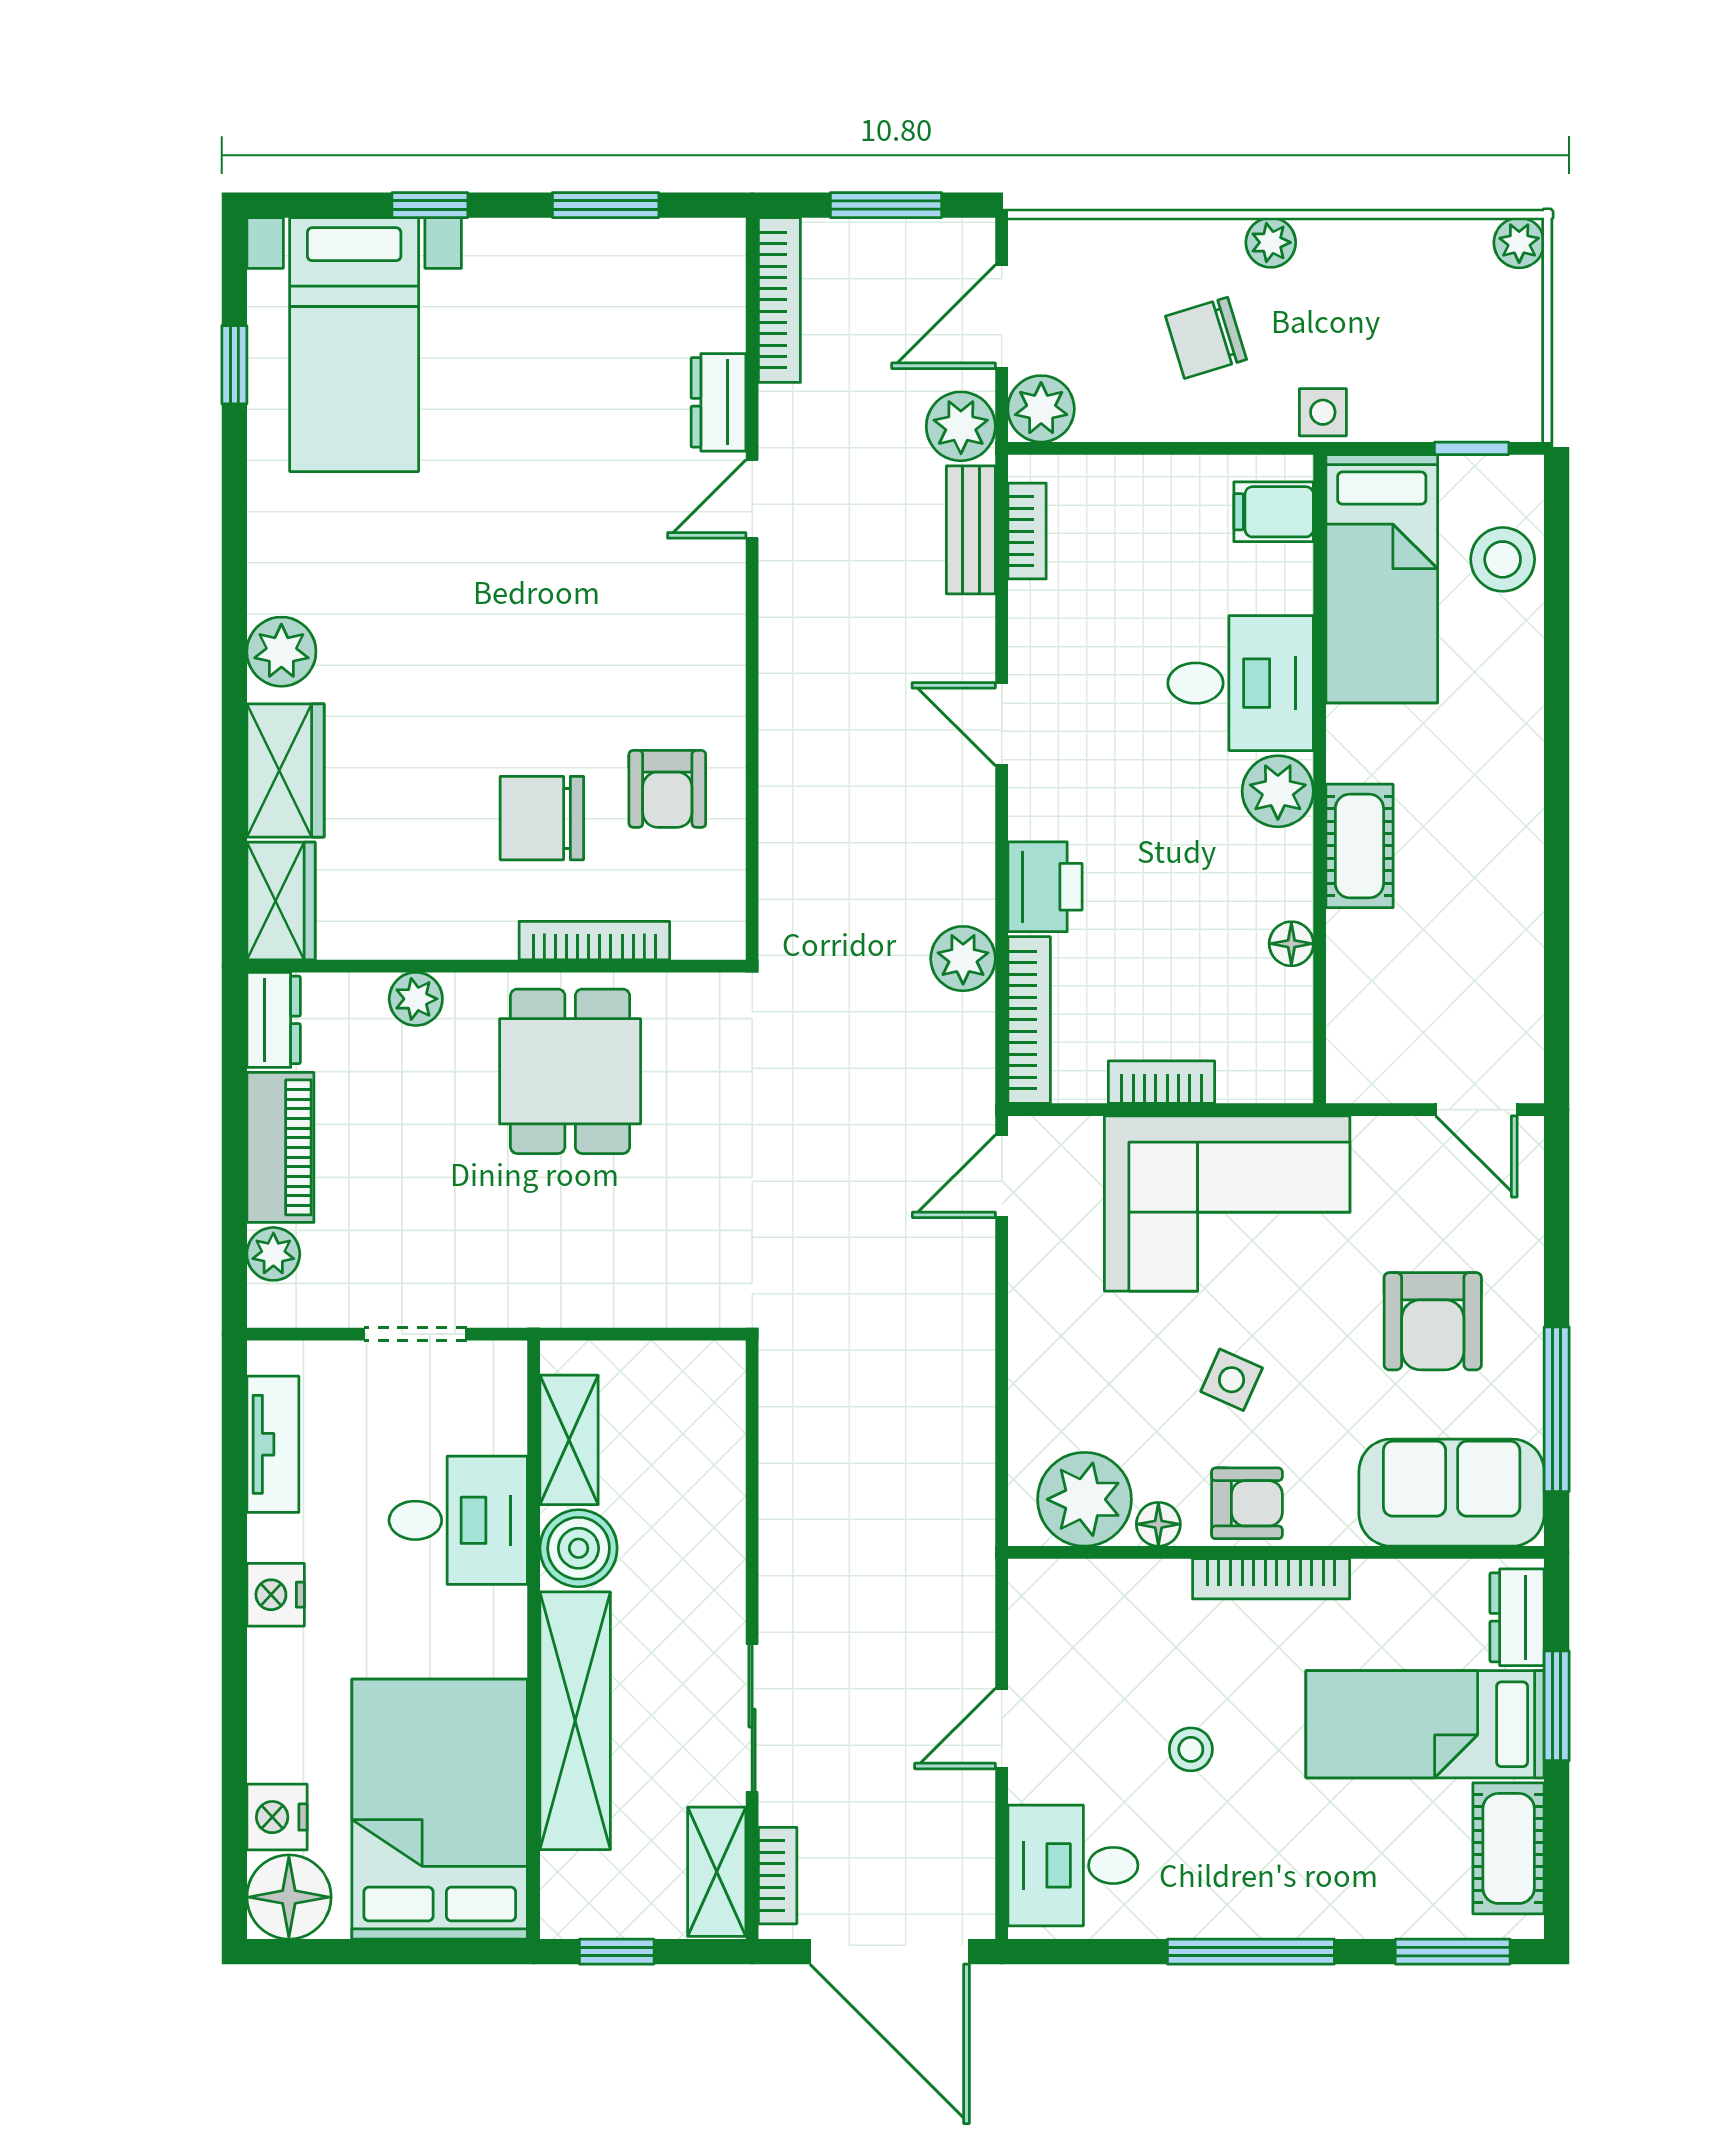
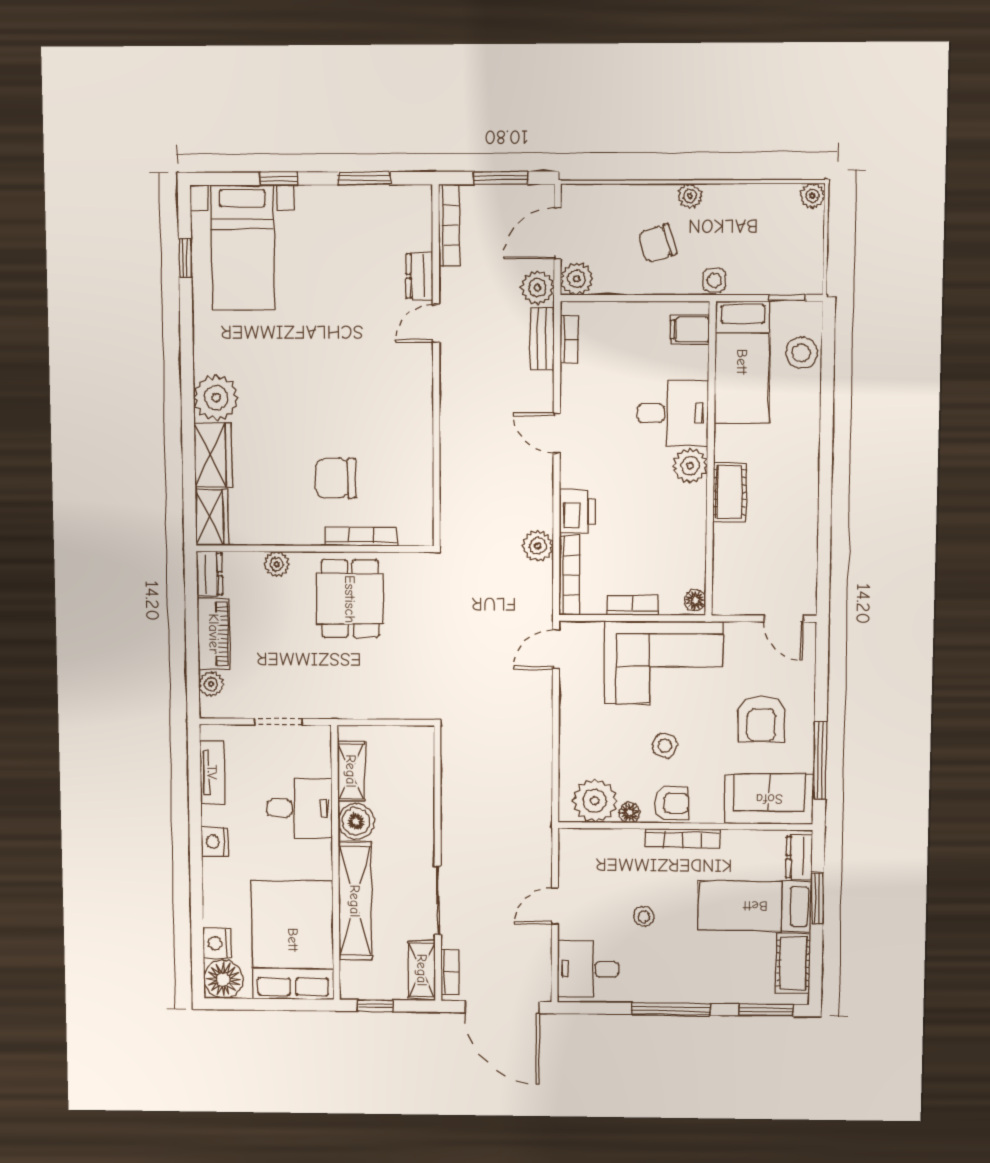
plant: (281, 652) -> (216, 398), width x1.36, depth x1.36
armchair: (667, 789) -> (396, 464), removed
floor lamp: (1291, 944) -> (695, 600), moved

